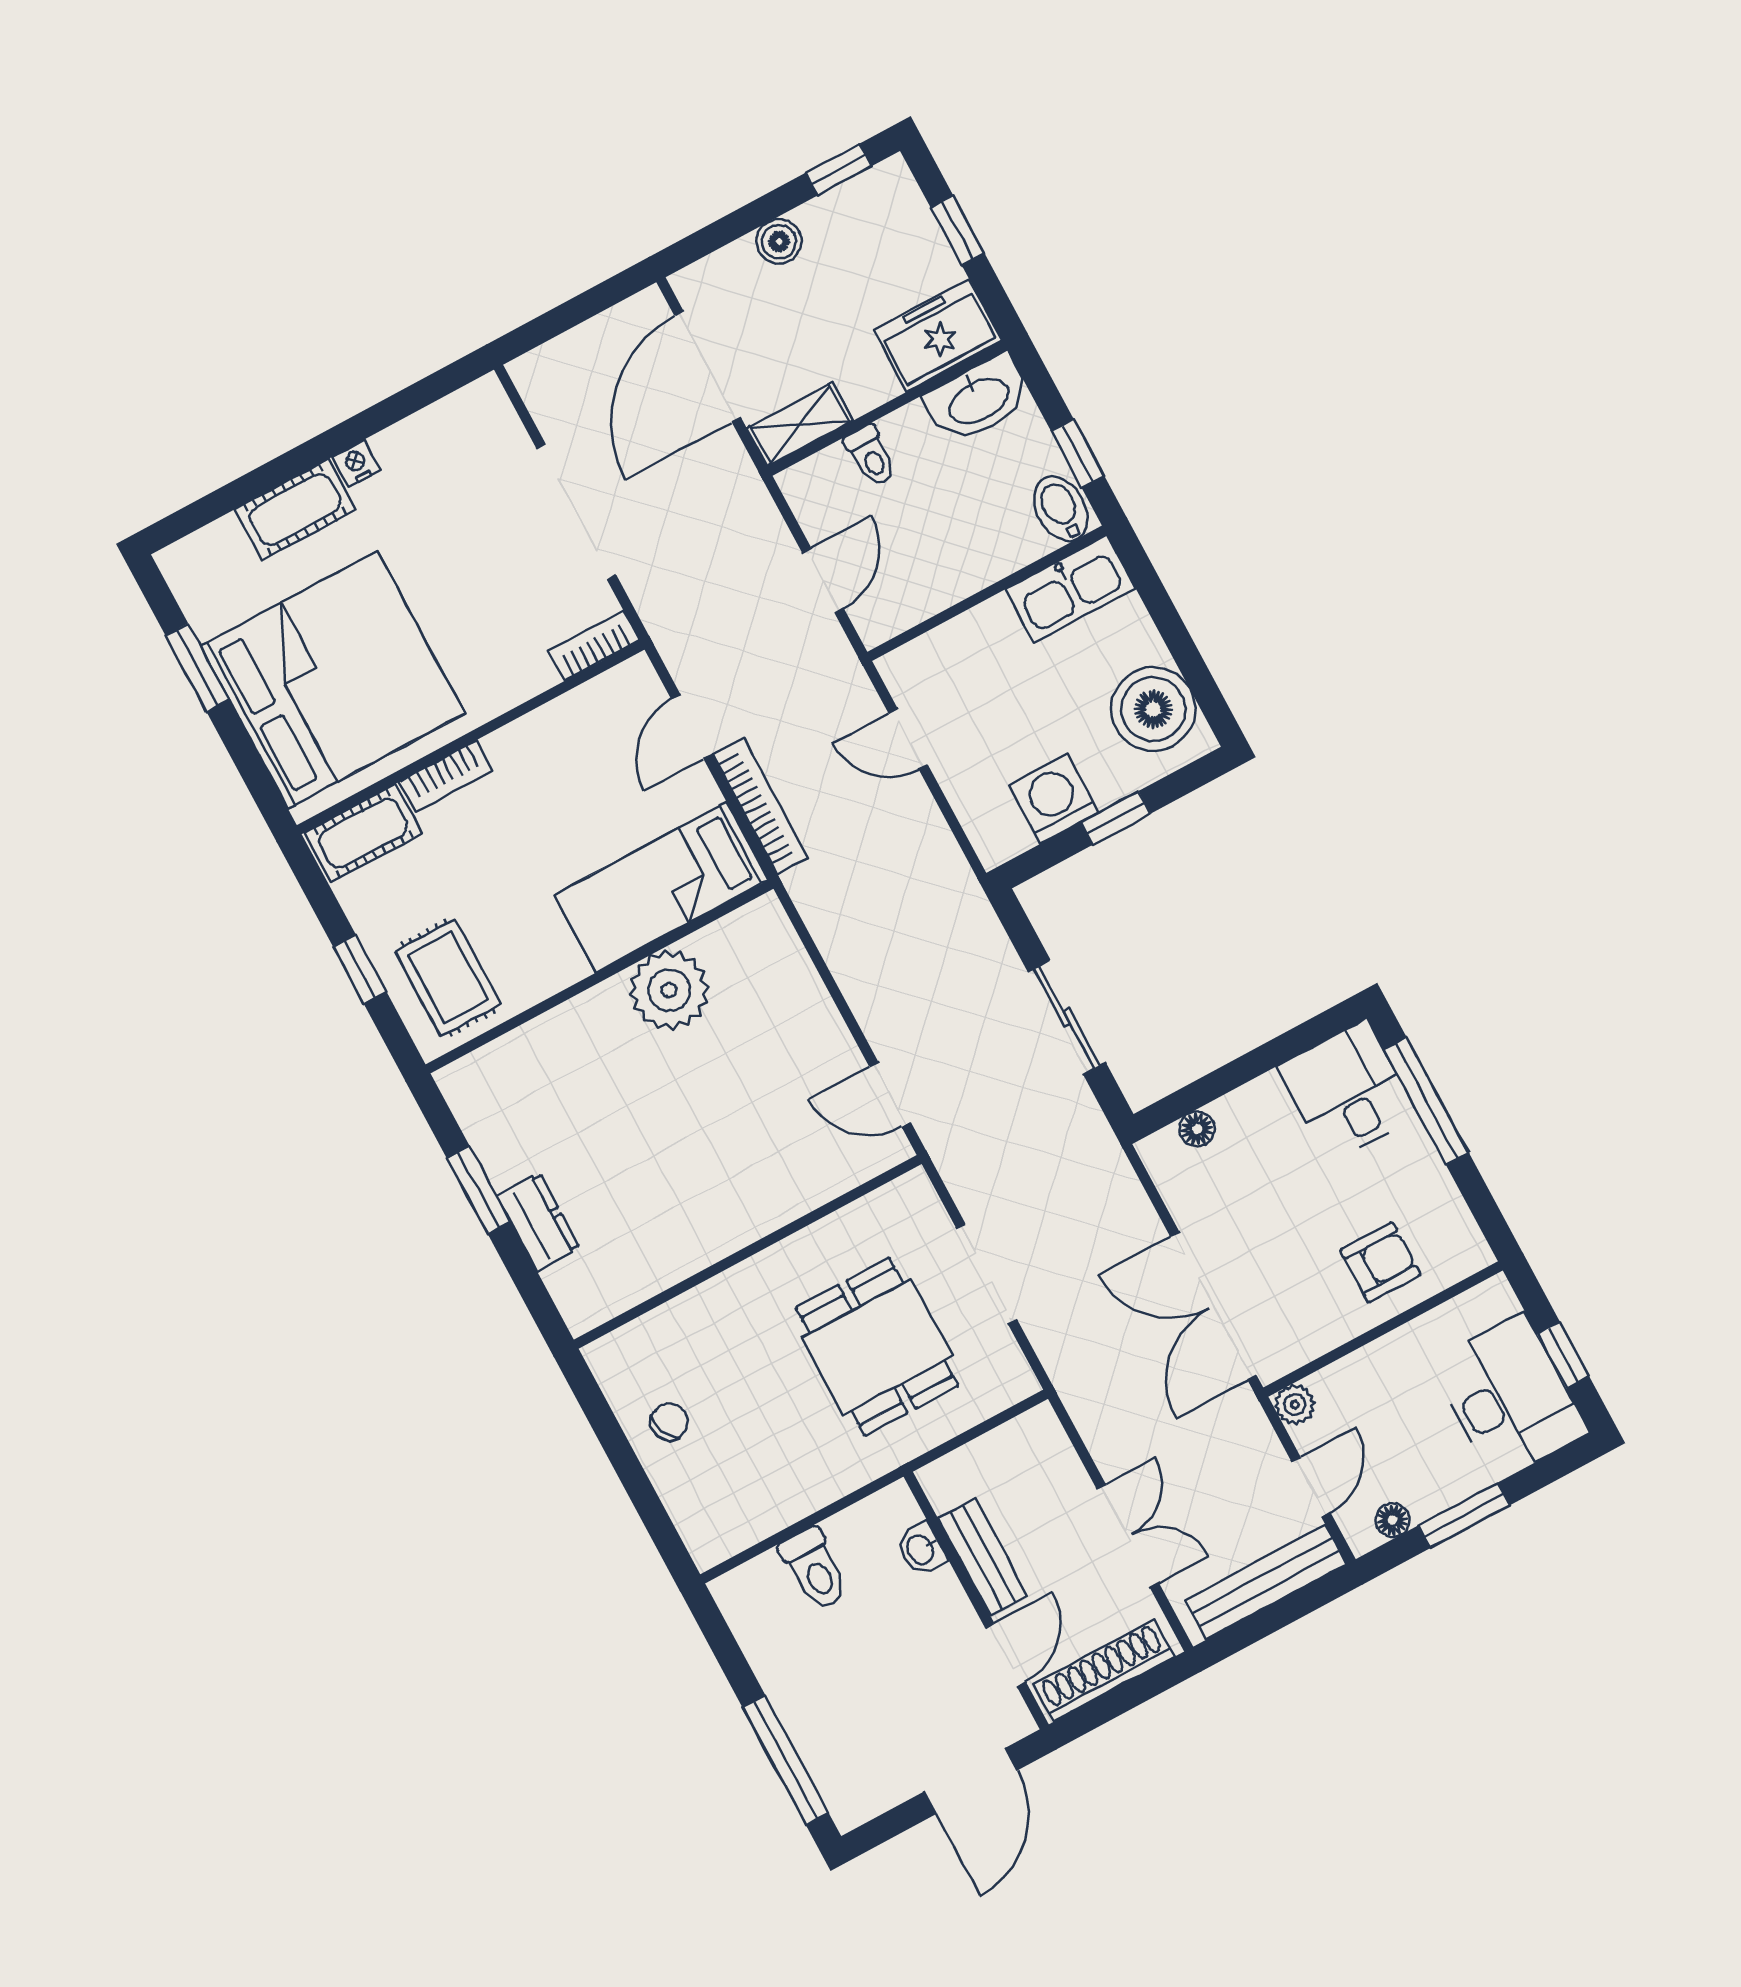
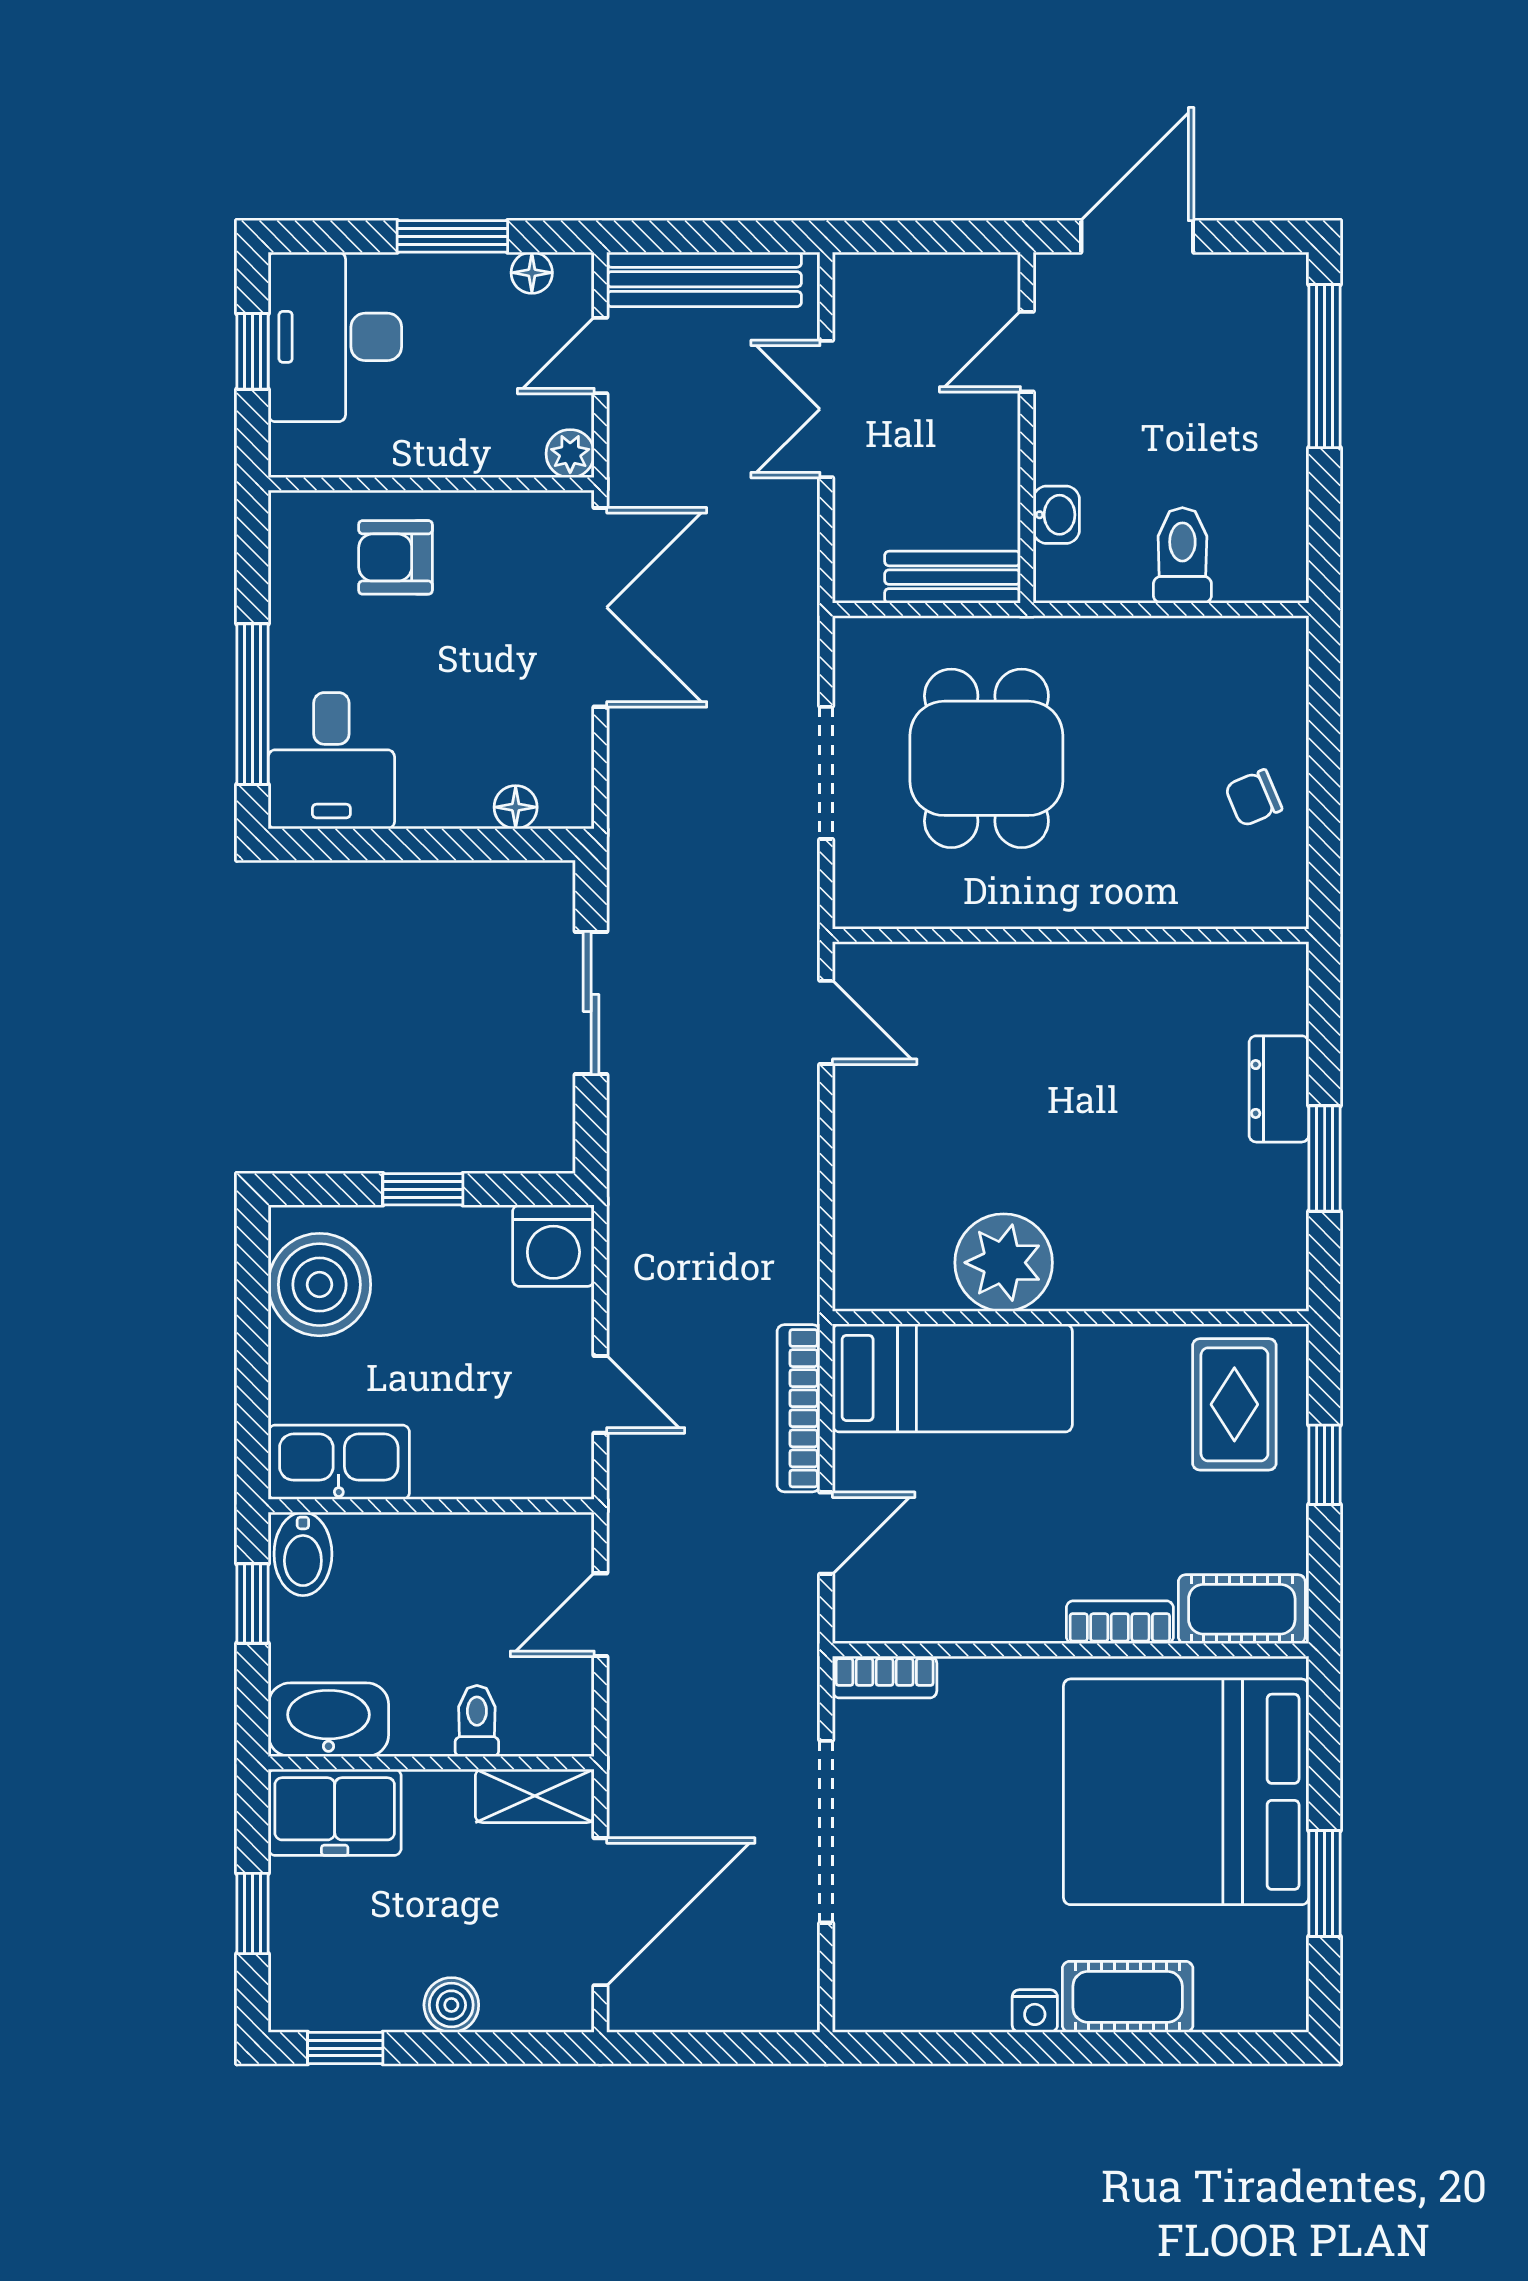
washing machine: (1054, 799) -> (553, 1246), moved
bench: (983, 1557) -> (953, 577), moved, turned 90
shoe rack: (1104, 1671) -> (930, 278), removed

